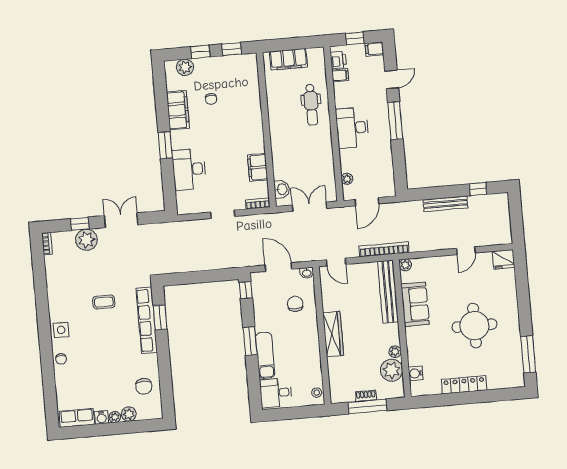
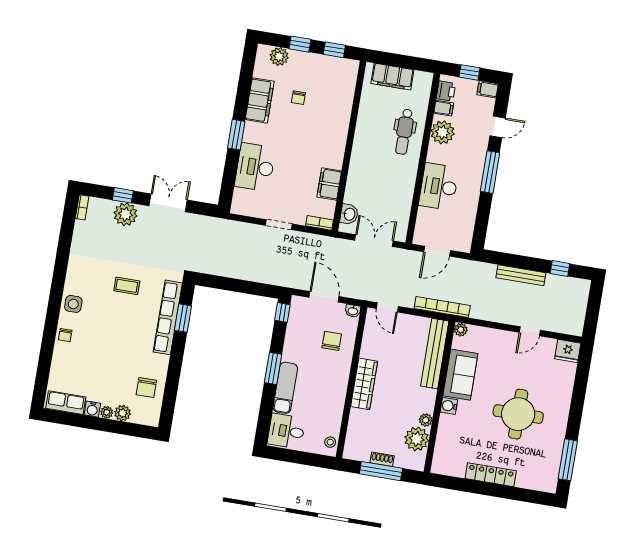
desk: (352, 128) -> (439, 187), moved
plant: (347, 179) -> (443, 132), moved, width x1.88, depth x1.88
water cooler: (416, 373) -> (449, 406), moved

